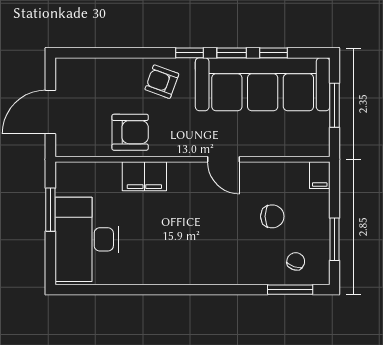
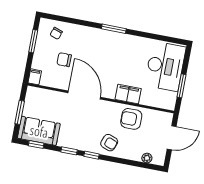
window: (274, 53) -> (36, 145), moved
plant: (88, 67) -> (147, 158), added
sofa: (263, 84) -> (39, 131), width x0.54, depth x0.79
door: (223, 159) -> (84, 95), width x1.88
window: (290, 290) -> (114, 29), moved

